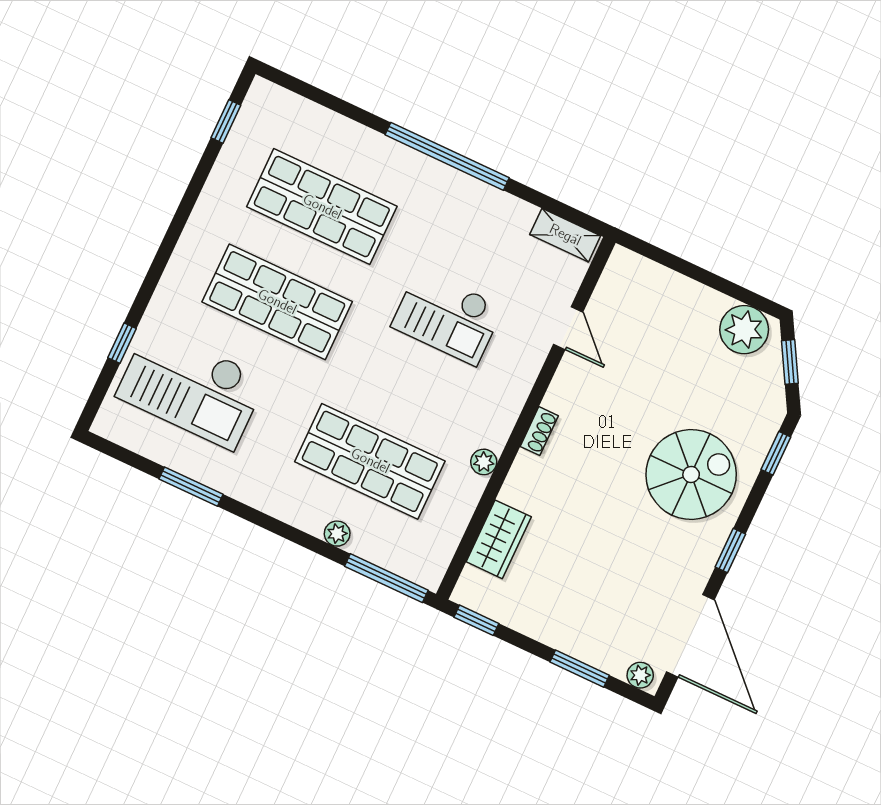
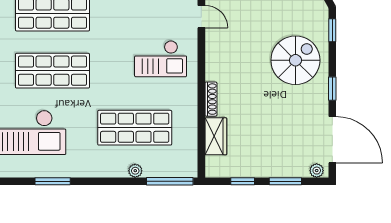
checkout: (447, 317) -> (161, 59), moved
shoe rack: (539, 431) -> (211, 99), moved, width x1.43
plant: (484, 462) -> (191, 102), removed
window: (476, 620) -> (243, 181), moved

